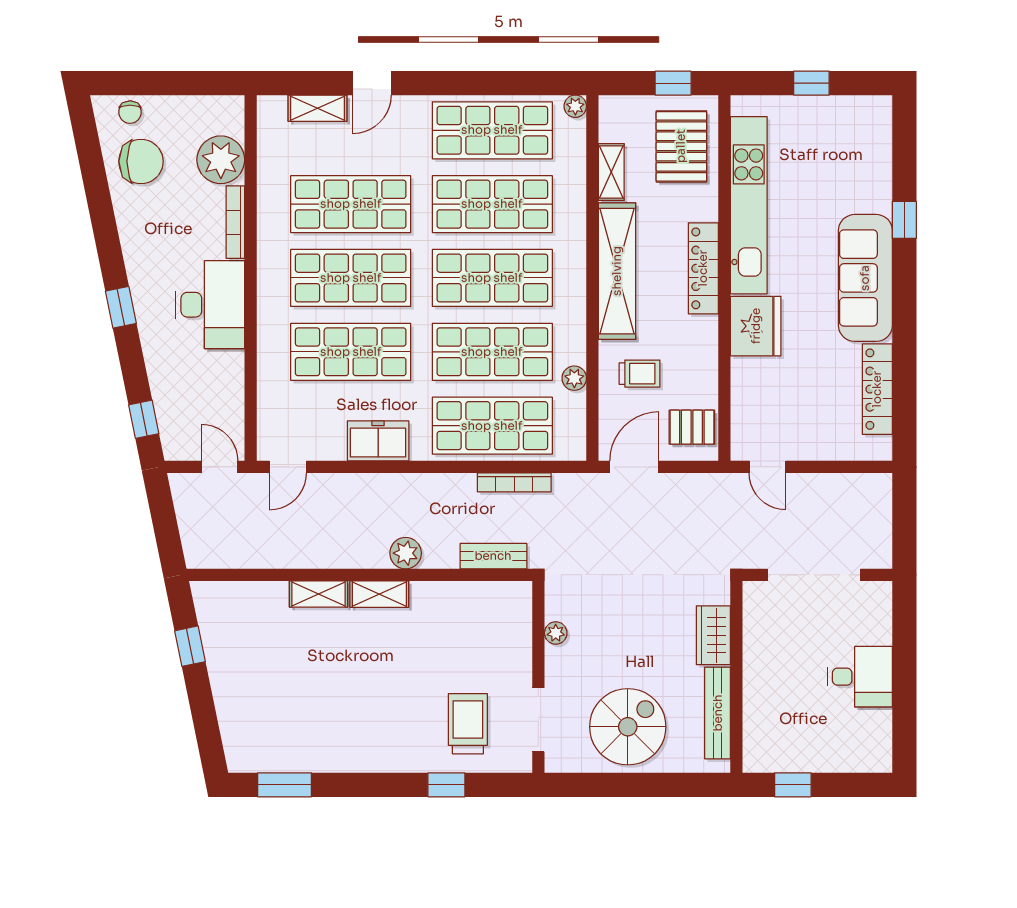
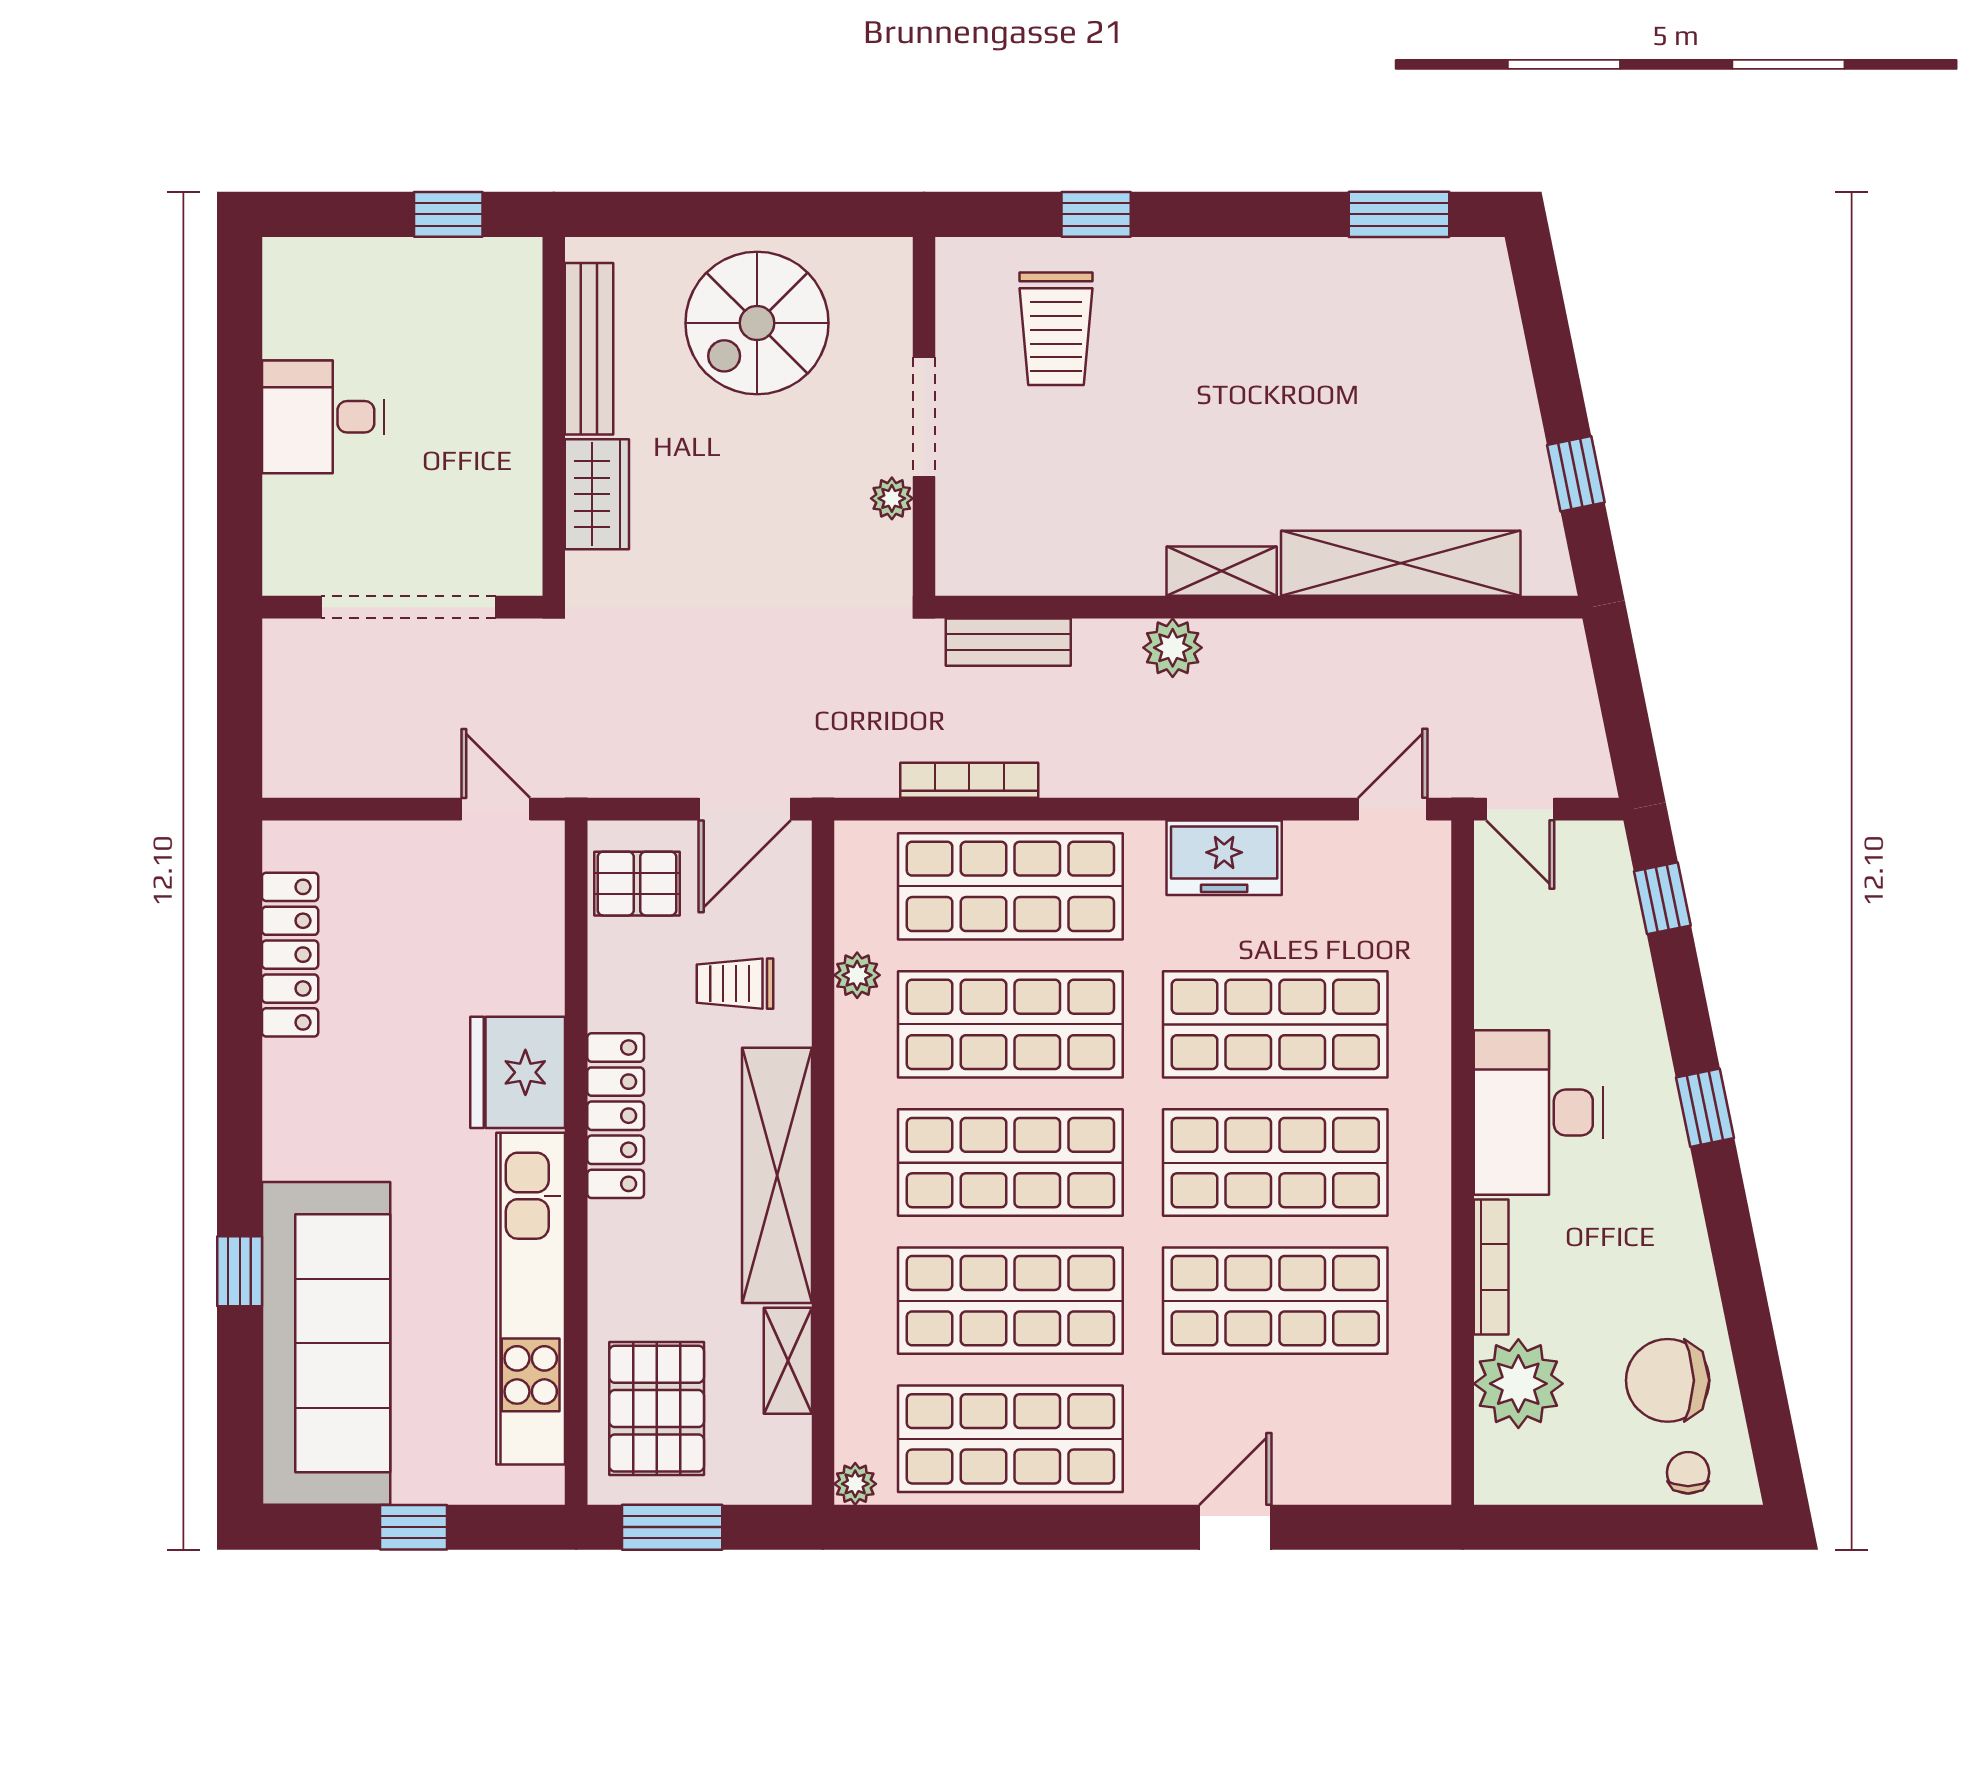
window: (673, 83) -> (672, 1527), width x1.50
shelving: (318, 108) -> (1337, 1480), removed
locker: (703, 268) -> (616, 1116), moved
sofa: (865, 278) -> (326, 1343), moved, width x1.36, depth x1.27
shelving: (318, 594) -> (1401, 563), width x2.20, depth x1.33
doorway: (538, 720) -> (924, 417), moved

